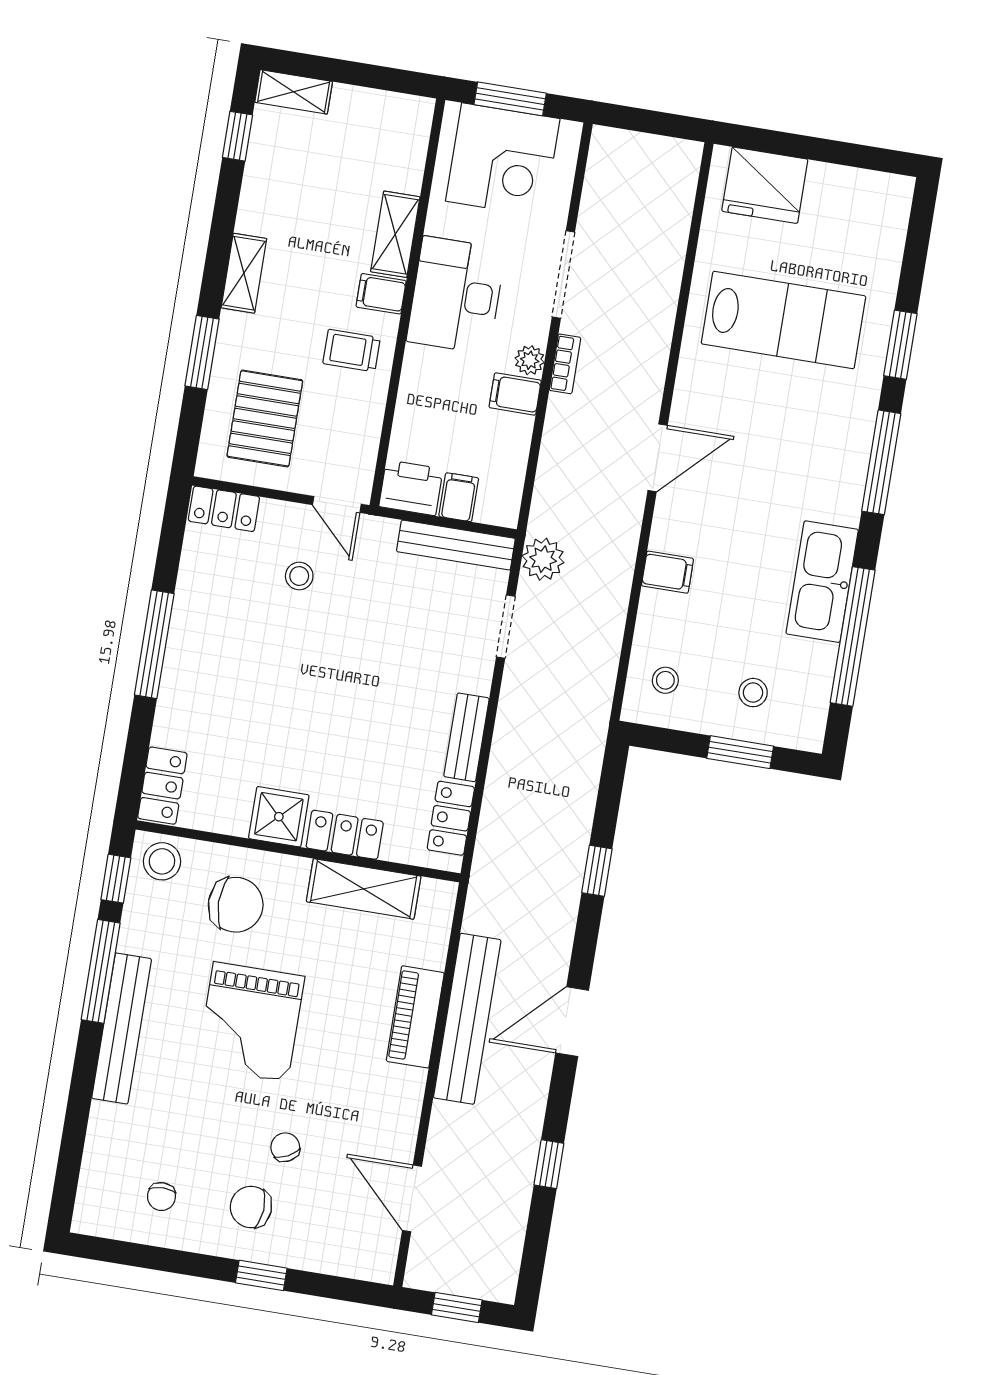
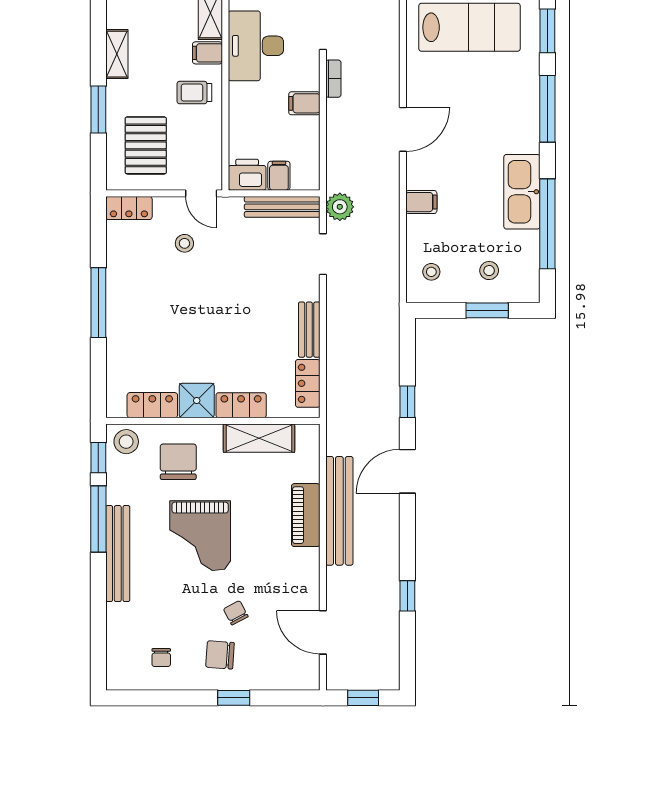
plant: (530, 360) -> (310, 80), removed
locker: (162, 786) -> (152, 405), moved, turned -90
chair: (236, 905) -> (178, 462), turned -90
door: (572, 1022) -> (407, 471), moved

